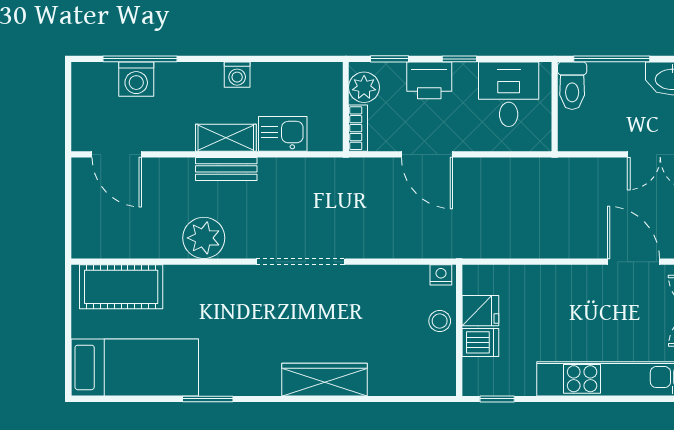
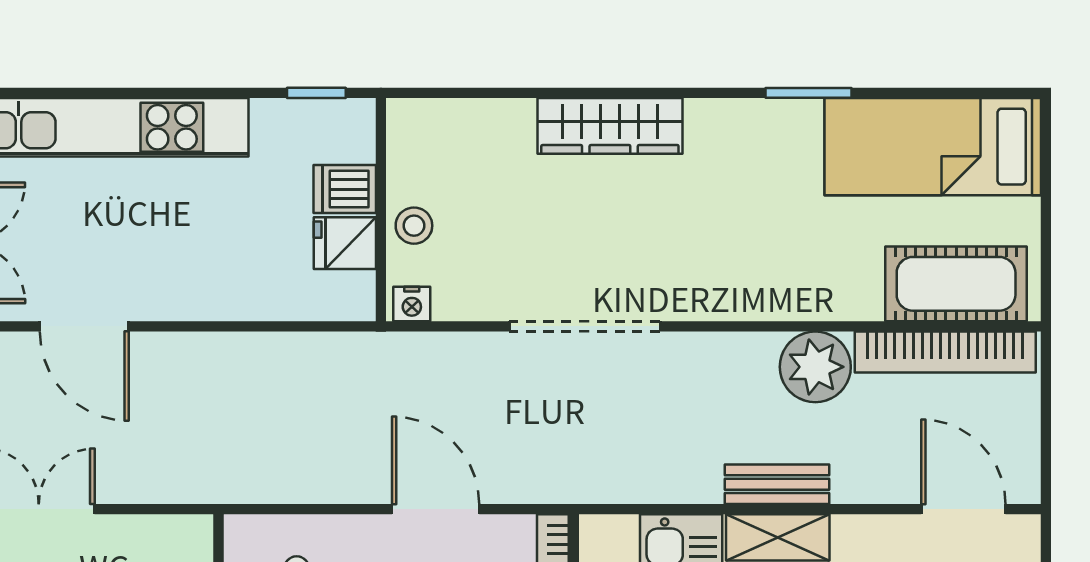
bookcase: (127, 247) -> (945, 352), added
doorway: (301, 262) -> (585, 326), moved

